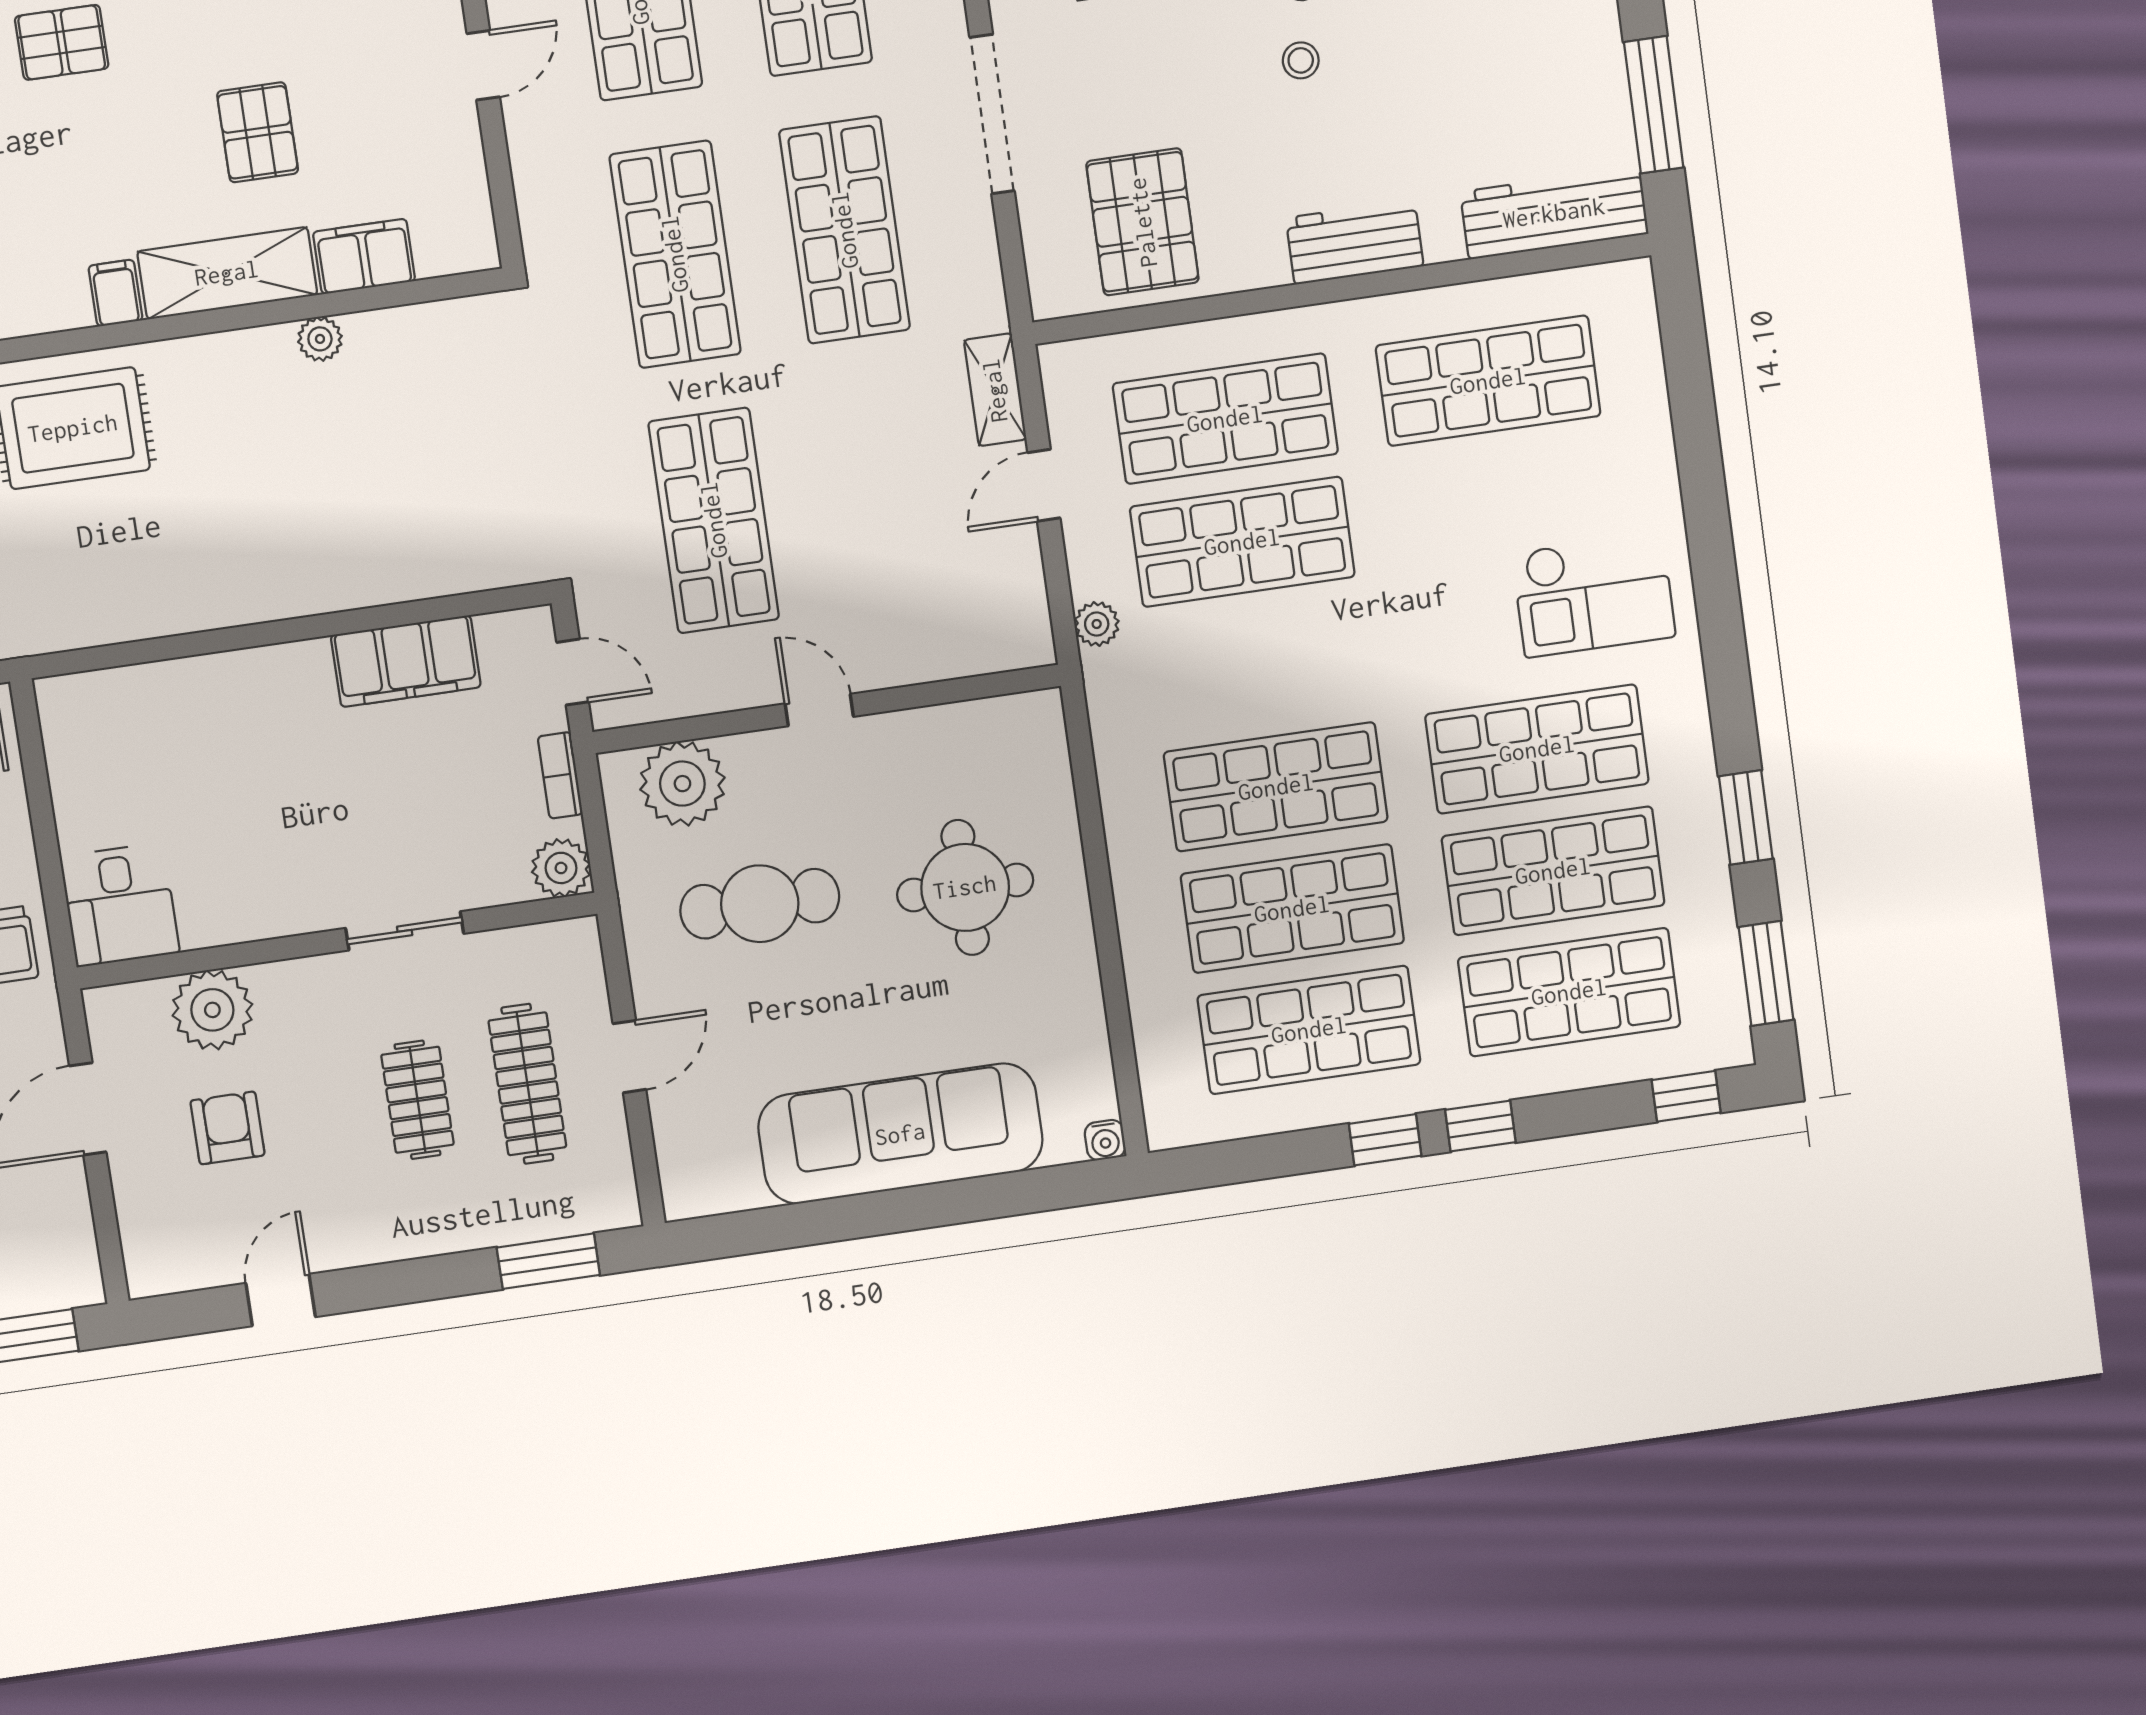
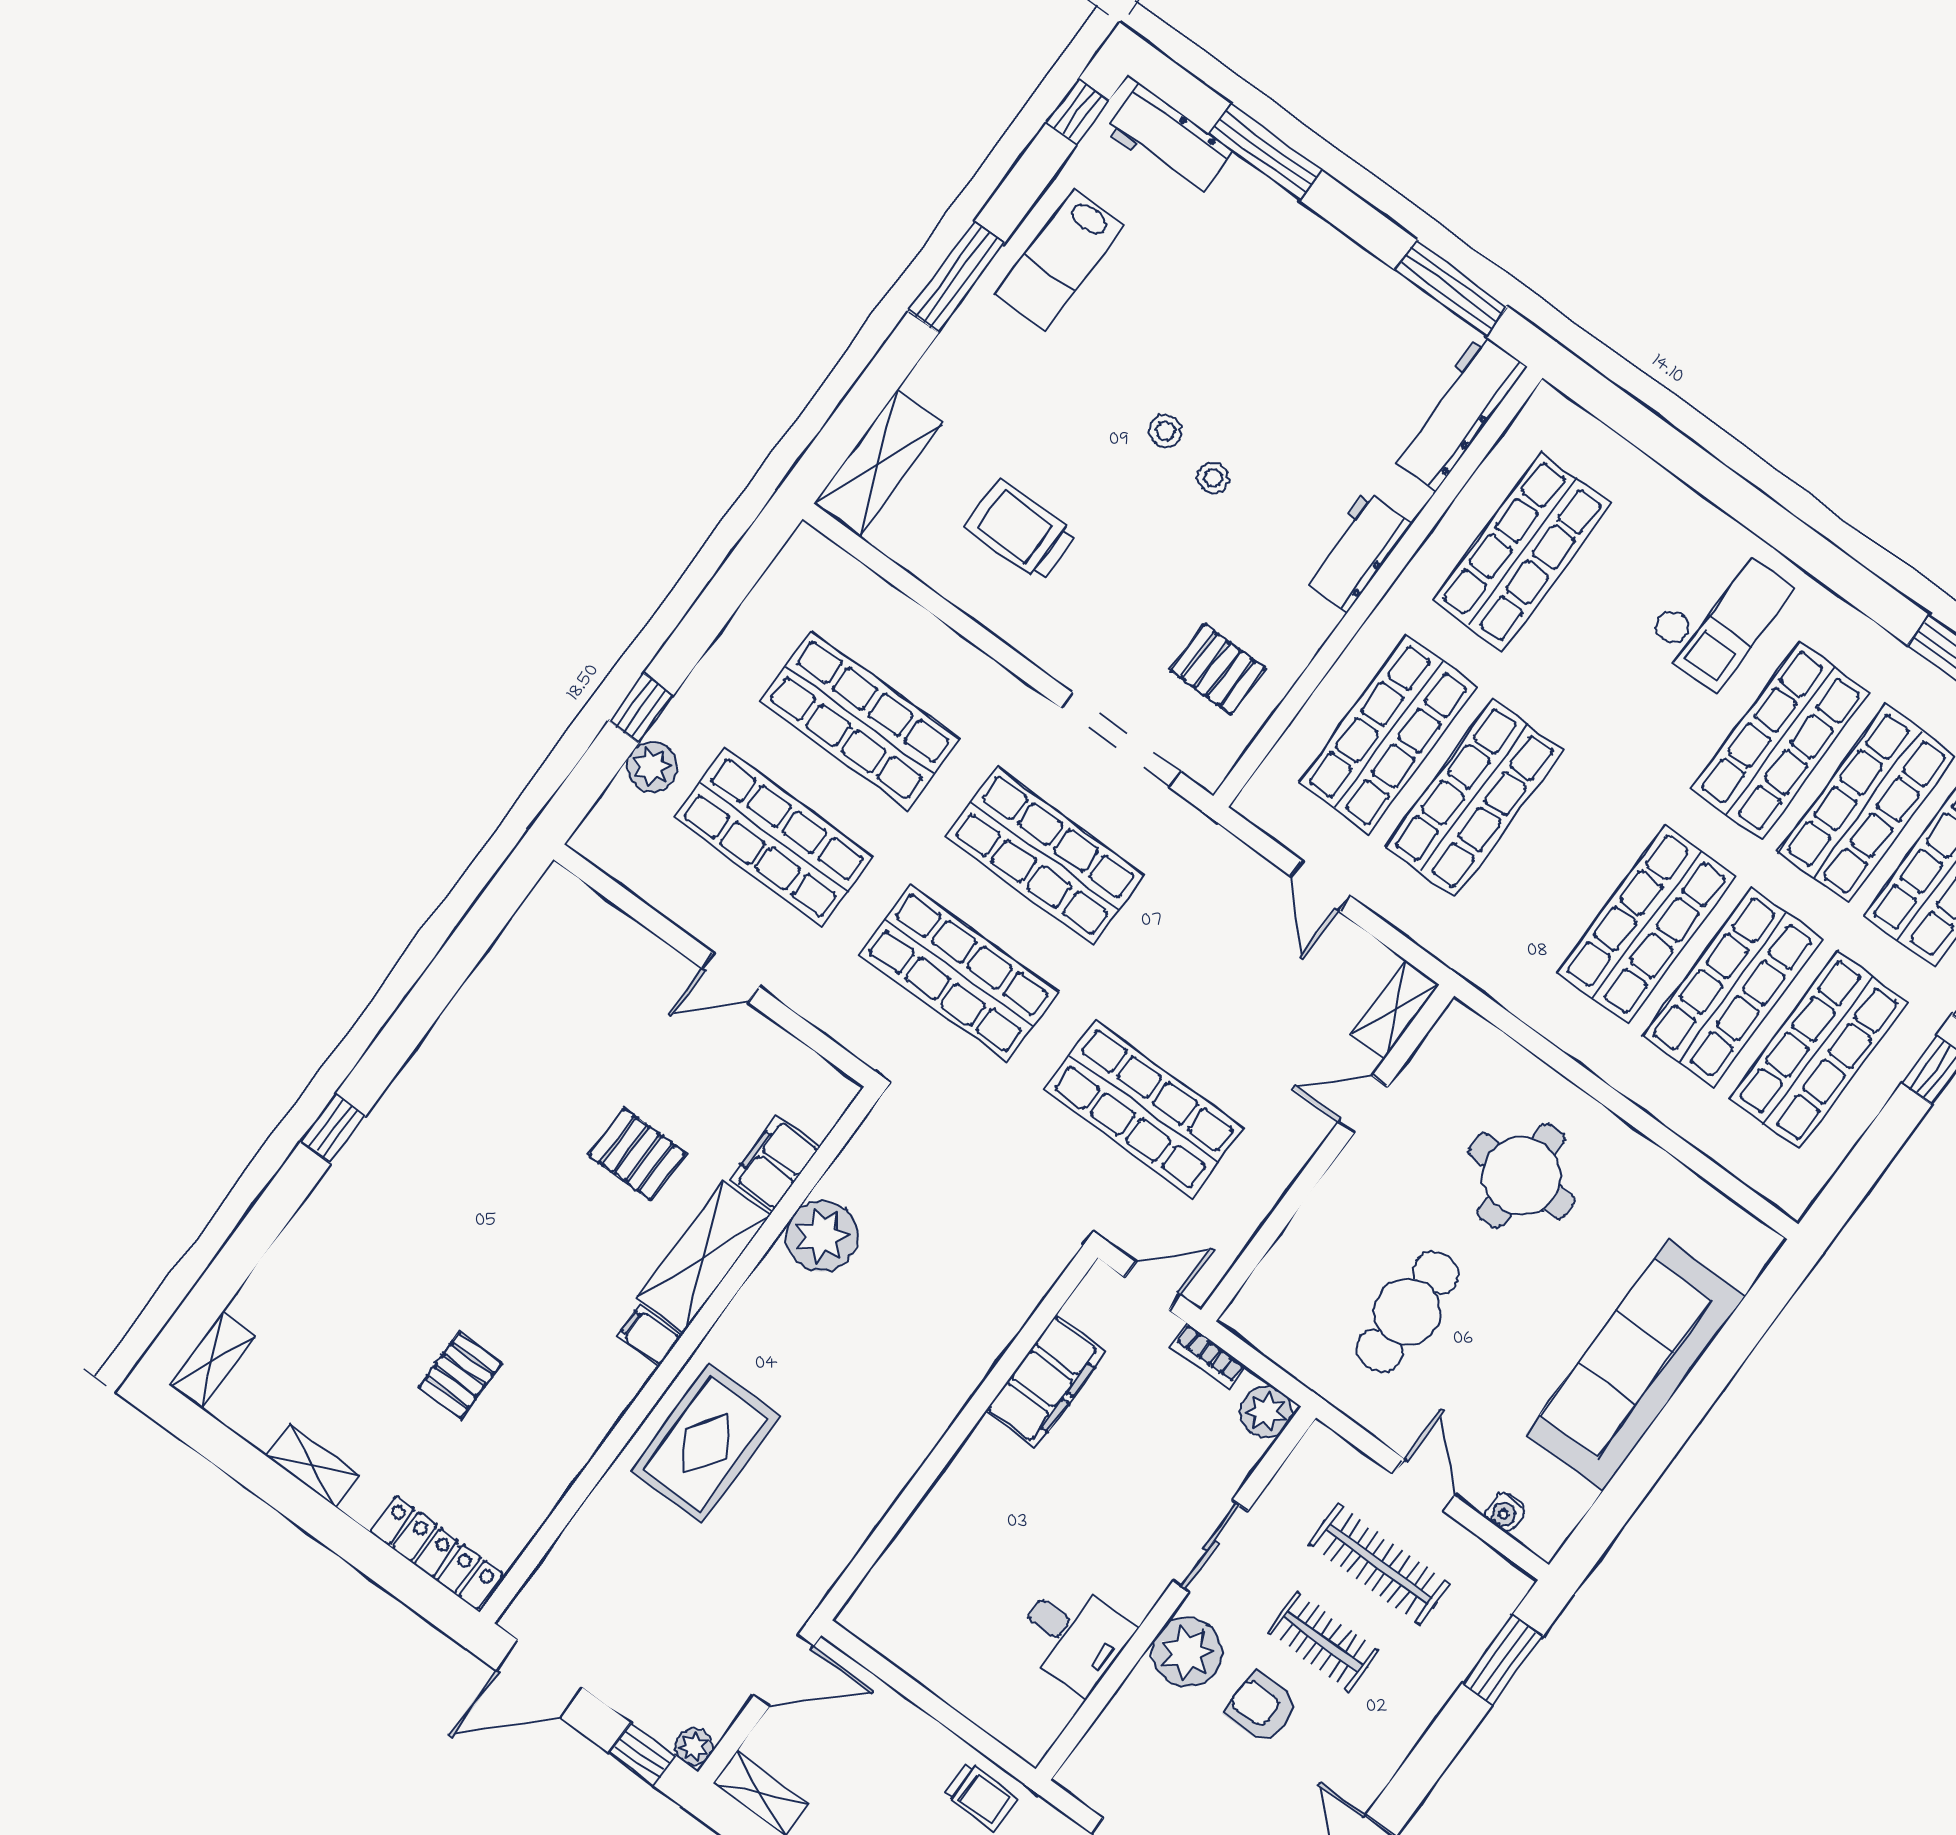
pallet: (62, 42) -> (467, 1219), removed
door: (483, 65) -> (731, 977), swing flipped
doorway: (992, 114) -> (1121, 740), moved
pallet: (1143, 222) -> (1218, 669), width x0.67, depth x0.71
plant: (320, 339) -> (822, 1236), width x1.87, depth x1.87
shelving: (995, 390) -> (1396, 1009), moved, turned 90
plant: (1097, 624) -> (1437, 937), removed
door: (819, 710) -> (1363, 1104), moved
plant: (682, 784) -> (1287, 1286), removed
desk: (120, 905) -> (1073, 1636), moved
plant: (212, 1010) -> (1187, 1652), moved
armchair: (228, 1128) -> (1262, 1708), moved
water cooler: (1105, 1140) -> (1505, 1512), moved, turned 90

